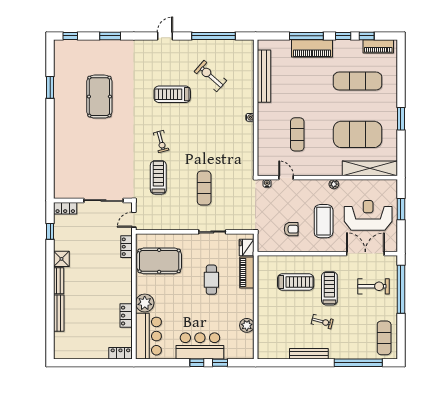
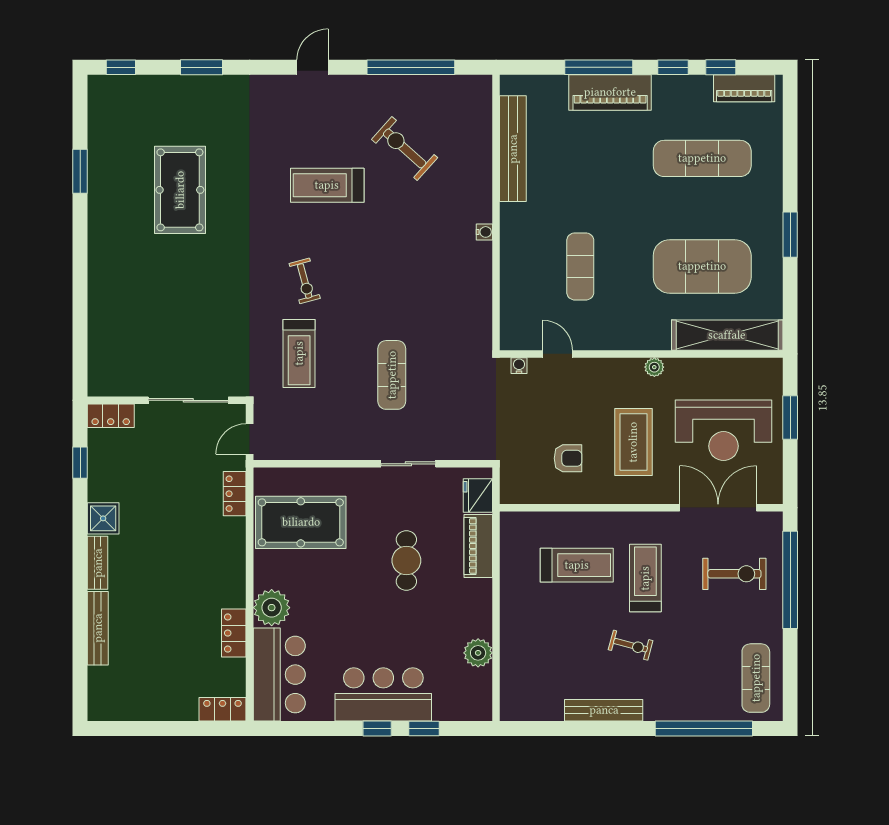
treadmill: (158, 177) -> (299, 353), turned 180
reception desk: (368, 215) -> (724, 430), turned 180

